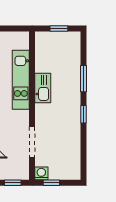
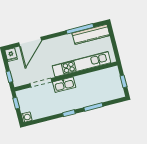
kitchen unit: (21, 80) -> (82, 64), width x1.36
kitchen sink: (43, 88) -> (64, 85), moved
washing machine: (41, 173) -> (27, 117), moved

